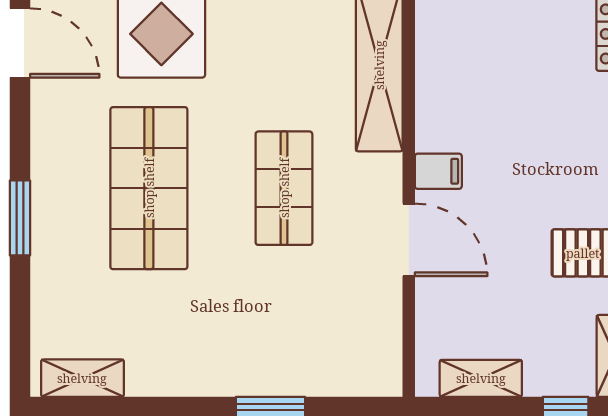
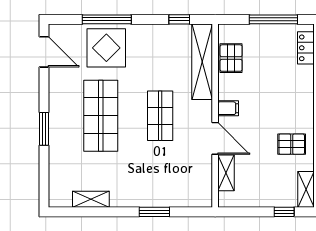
pallet: (445, 57) -> (231, 58), added
shelving: (82, 378) -> (91, 199), moved
shelving: (481, 378) -> (226, 173), moved, turned 90

